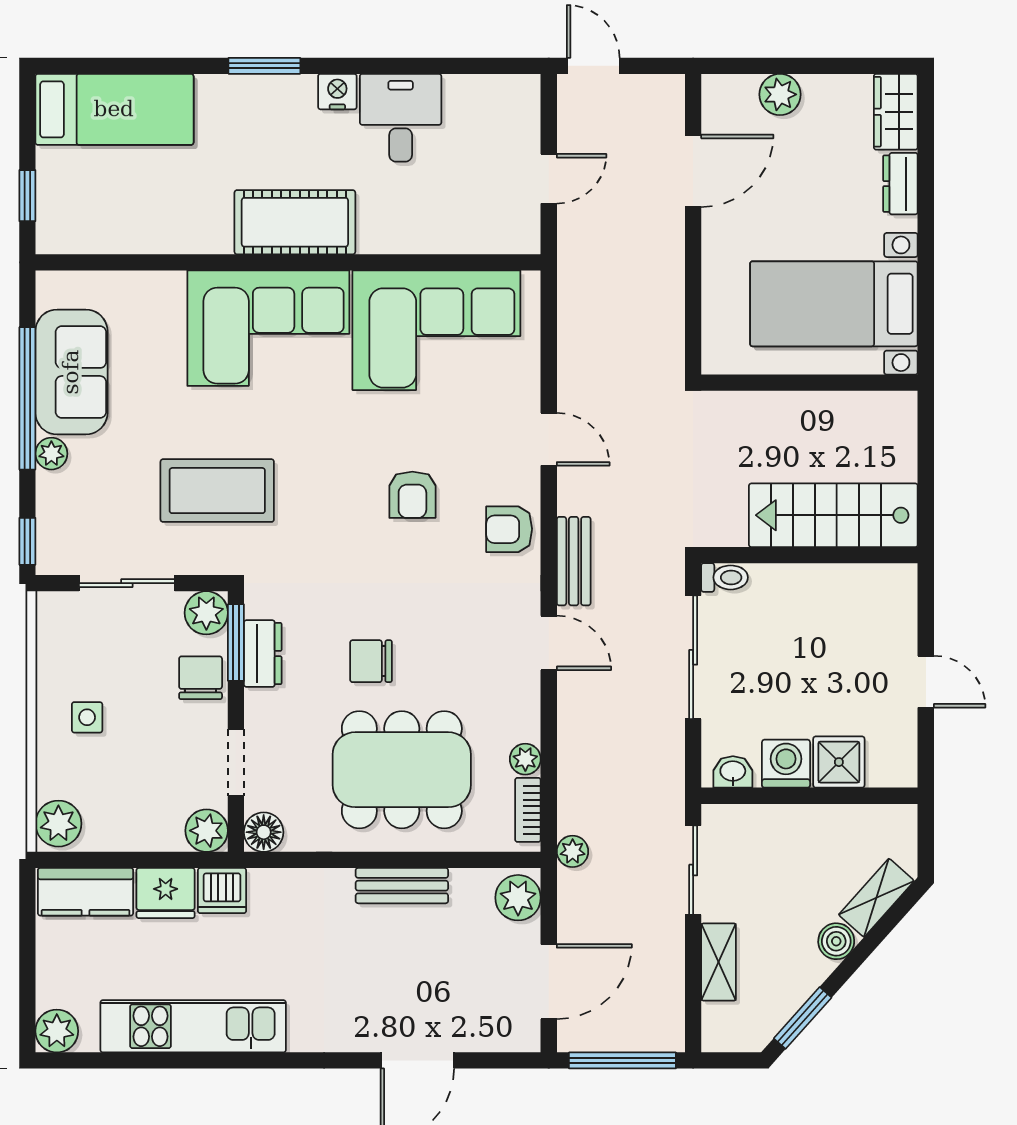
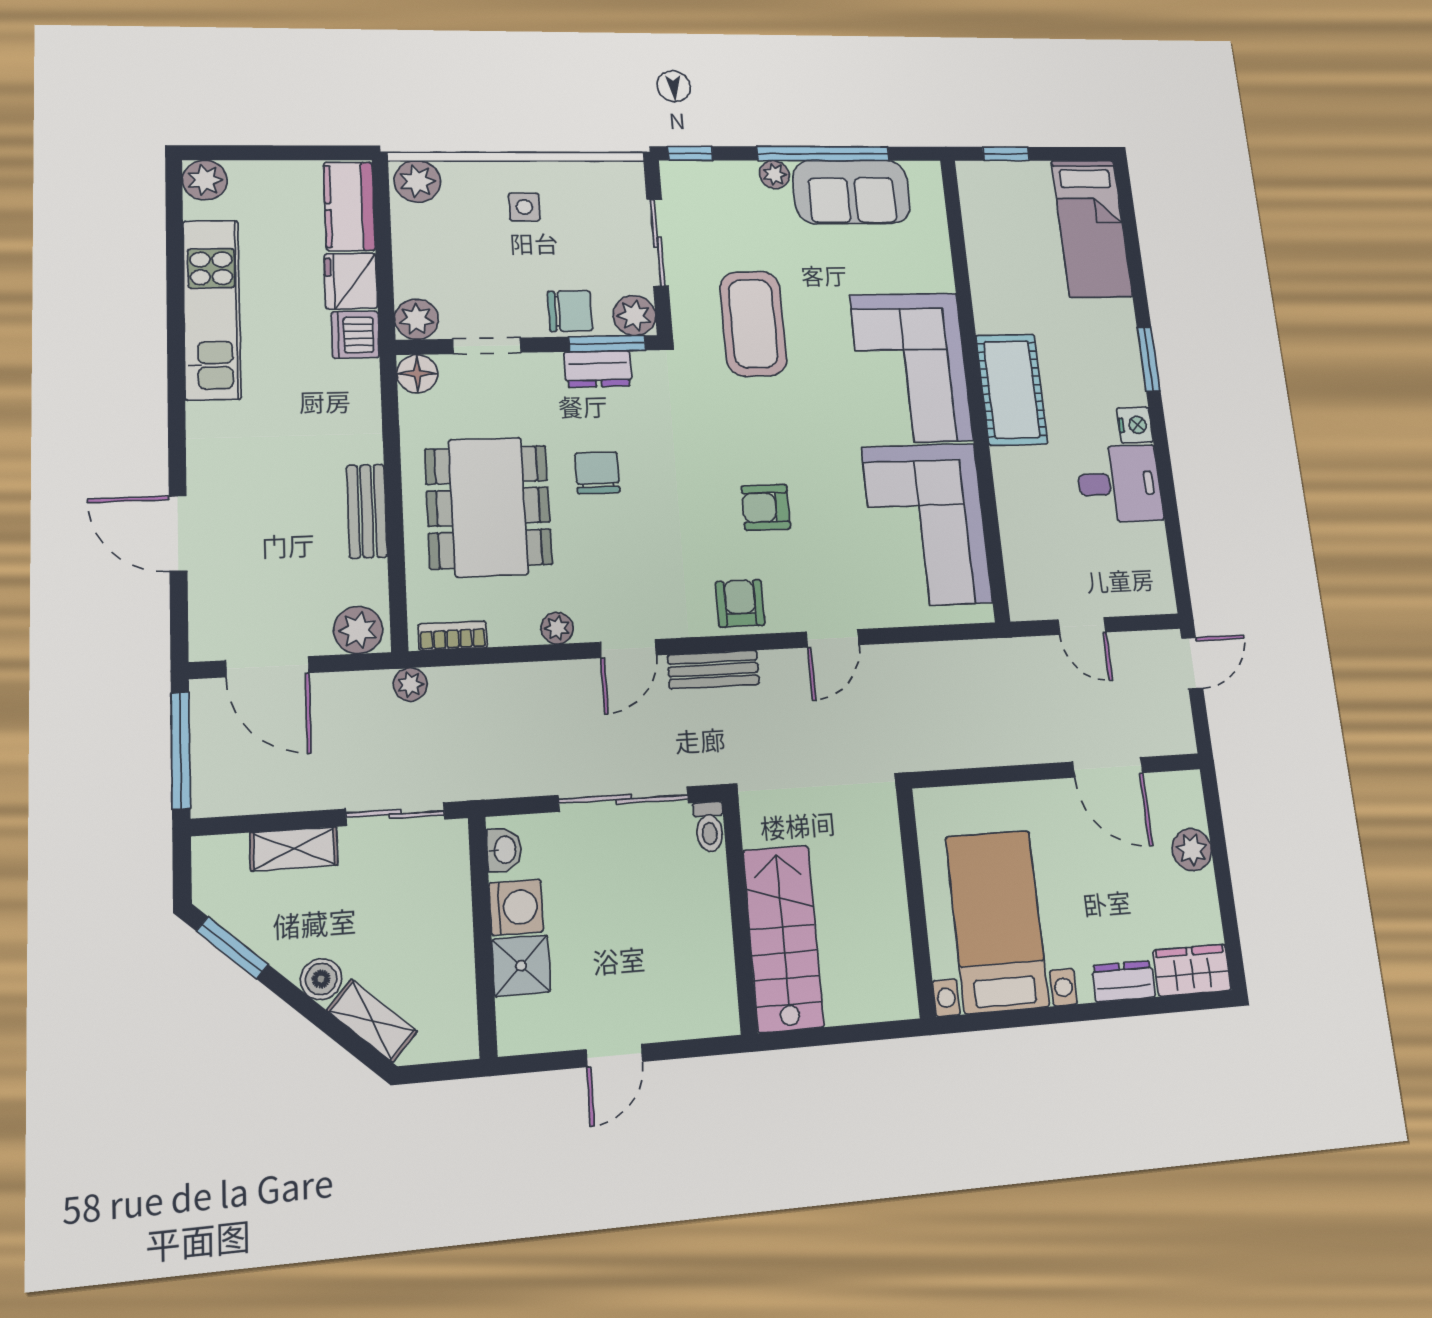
plant: (525, 759) -> (557, 628), moved

